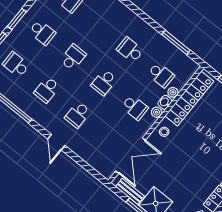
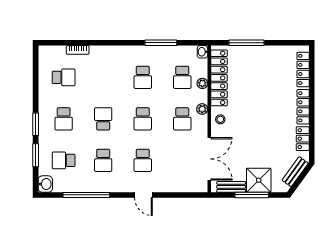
school desk: (42, 32) -> (64, 119), turned 90
window: (176, 42) -> (161, 43), moved
school desk: (130, 50) -> (143, 77), turned -90
school desk: (161, 75) -> (182, 77), turned 90
washbasin: (165, 102) -> (202, 52), moved
school desk: (135, 107) -> (182, 119), turned 90

